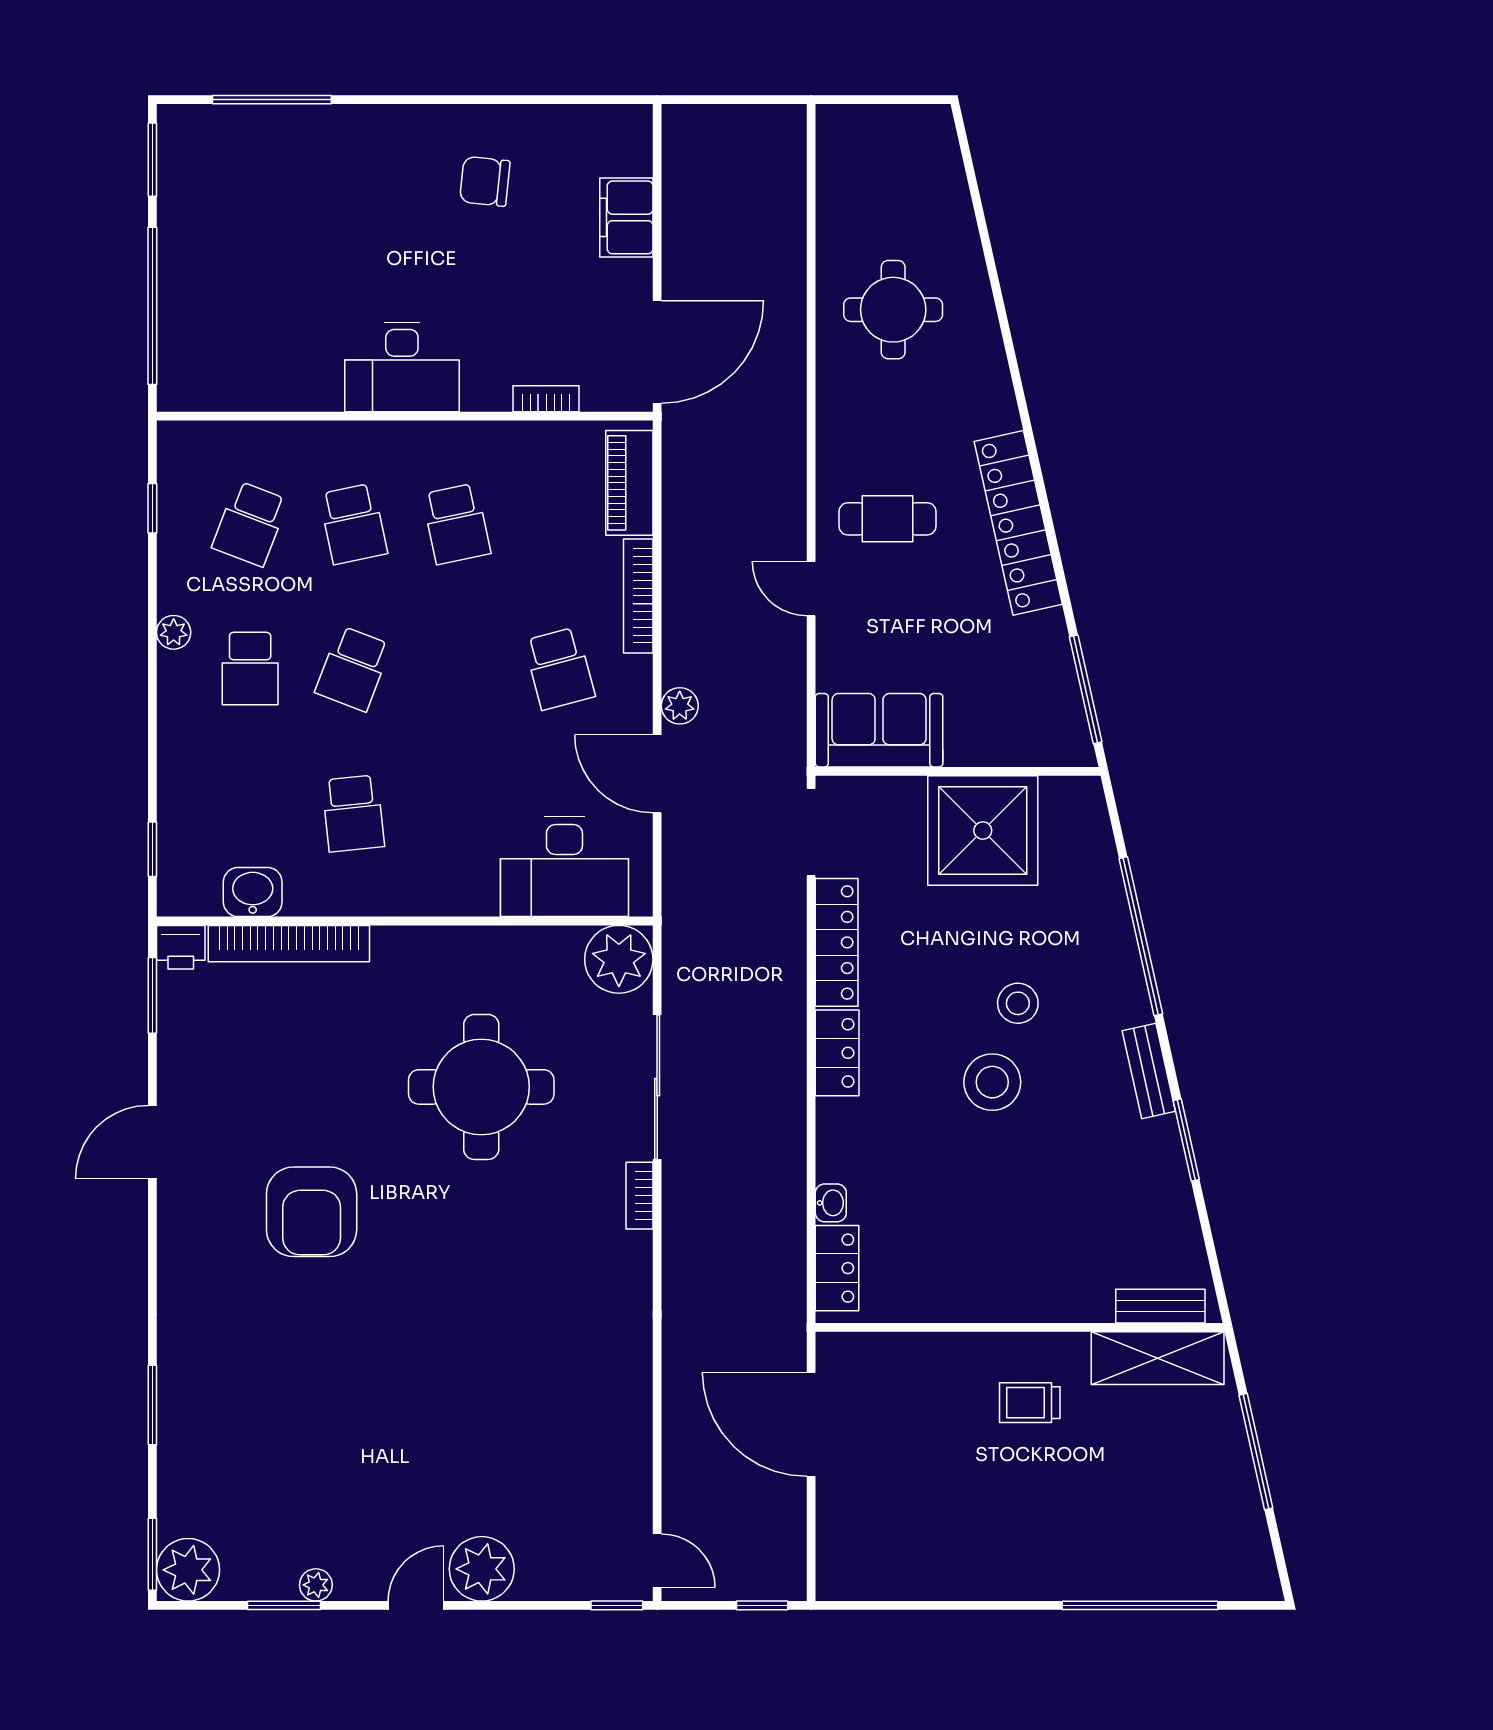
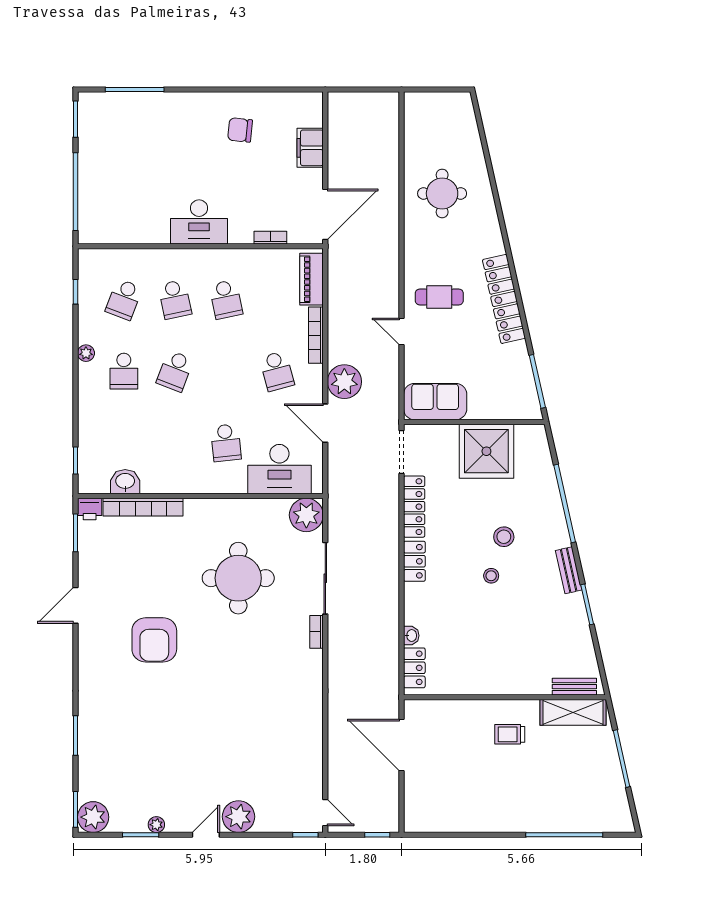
plant: (680, 706) -> (344, 382), width x1.88, depth x1.88
school desk: (353, 813) -> (226, 443), moved
stool: (992, 1082) -> (491, 576), width x0.53, depth x0.53

